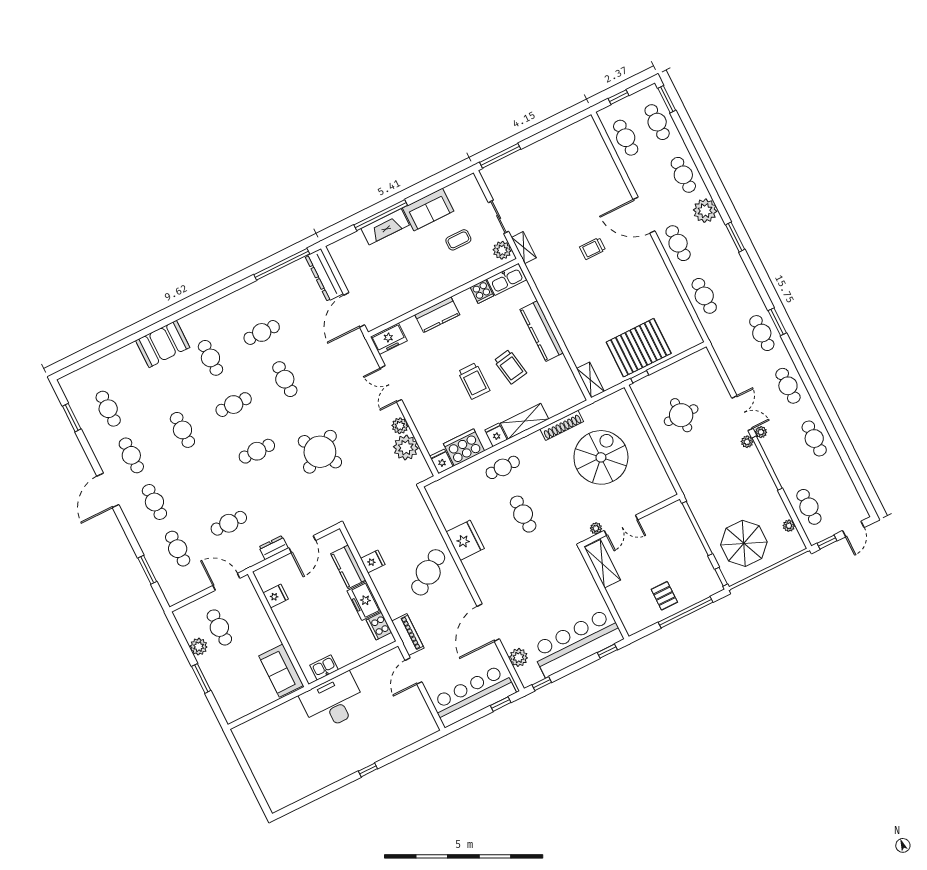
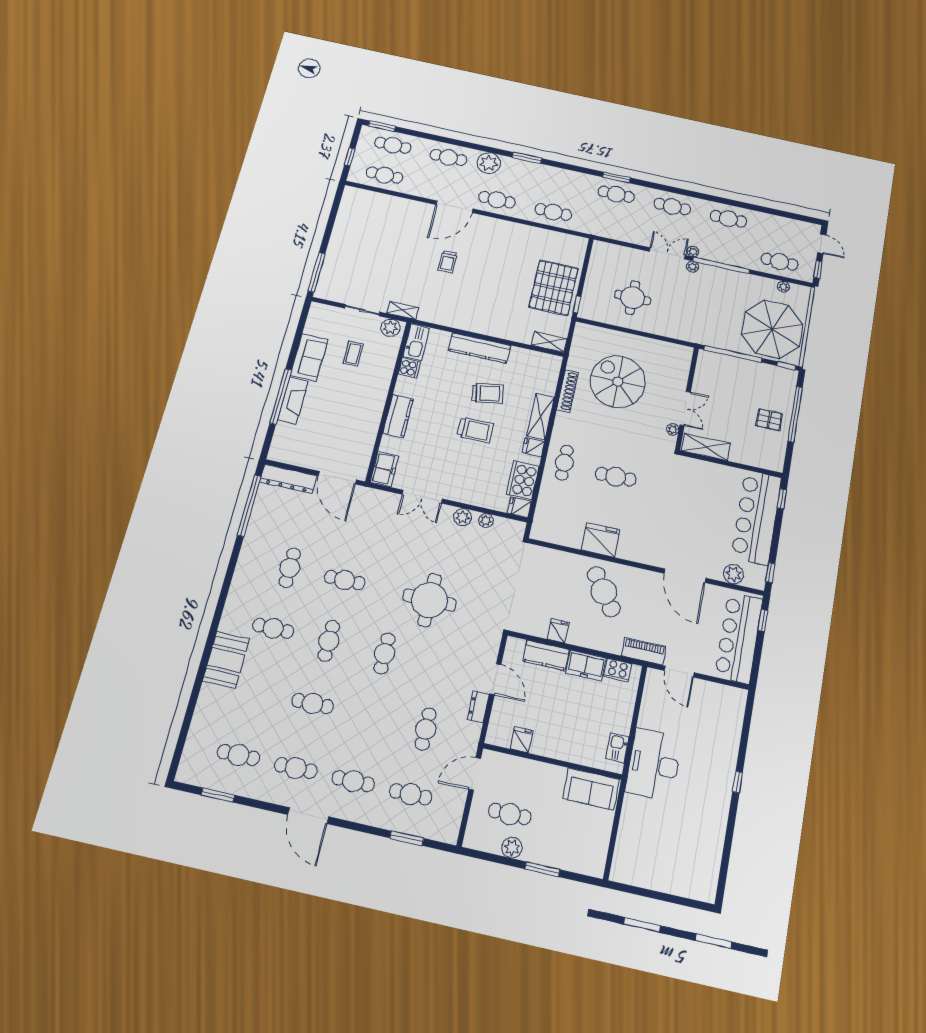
plant: (406, 448) -> (486, 521), width x0.53, depth x0.53
round table: (320, 452) -> (429, 600), turned 30
parasol: (744, 543) -> (772, 329), width x1.36, depth x1.36

